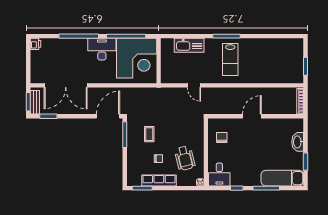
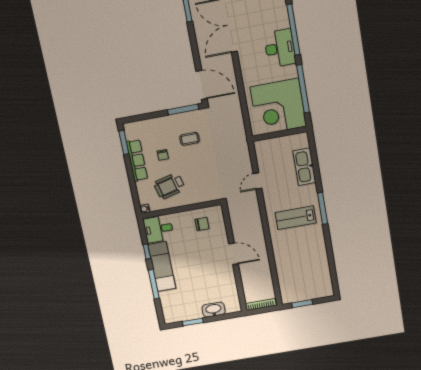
desk: (102, 49) -> (280, 48), moved
exam couch: (282, 178) -> (162, 266), moved

